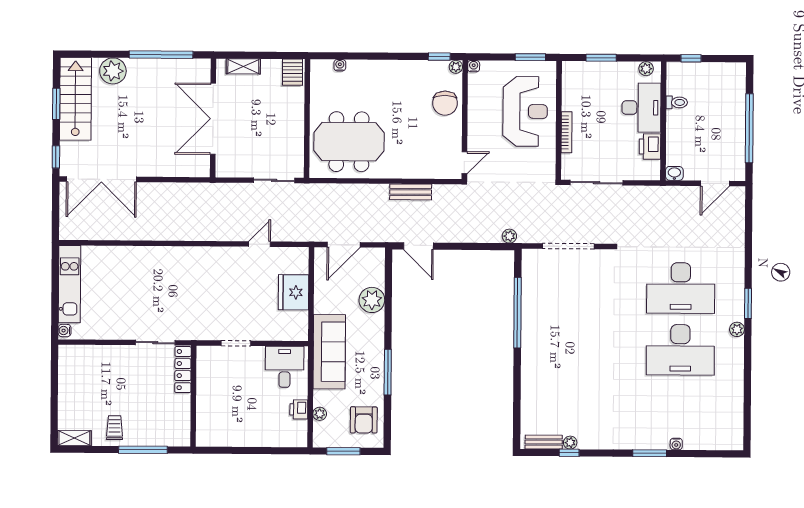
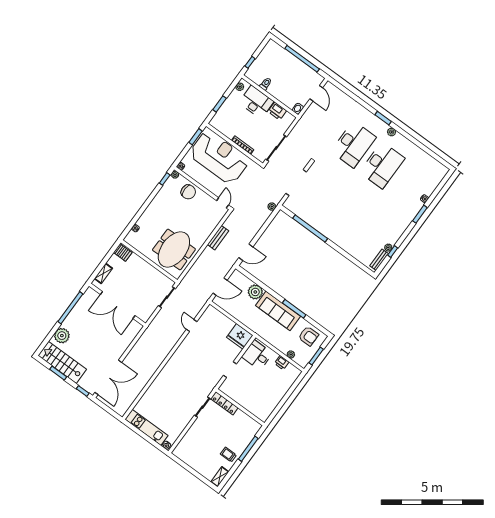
reception desk: (525, 111) -> (219, 157), width x1.36, depth x1.30
door: (344, 245) -> (220, 287), hinge flipped
fridge: (293, 292) -> (240, 336), moved
sofa: (329, 352) -> (278, 311), moved, turned 180

